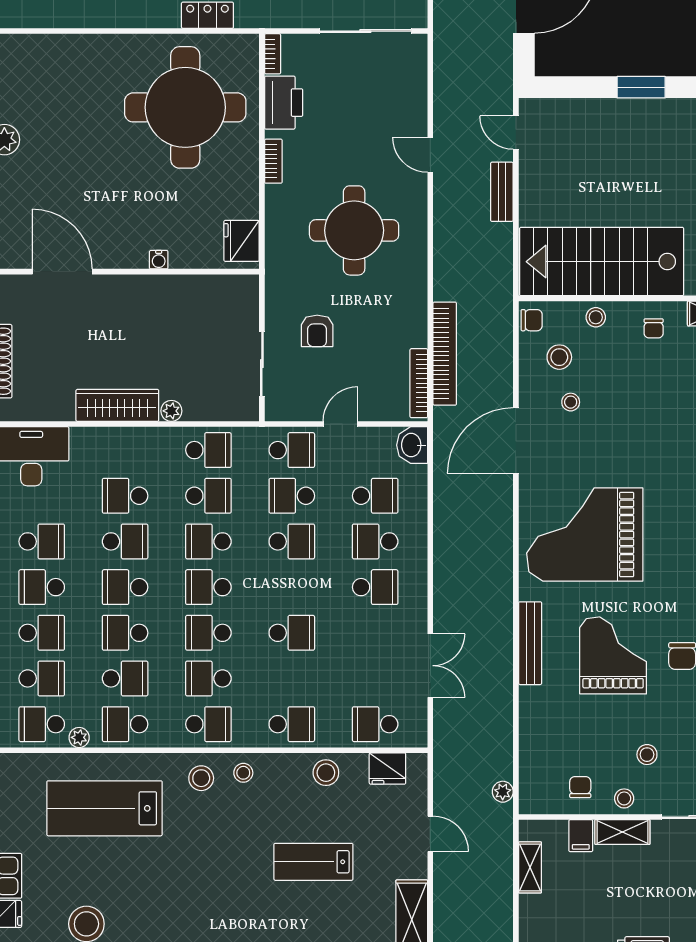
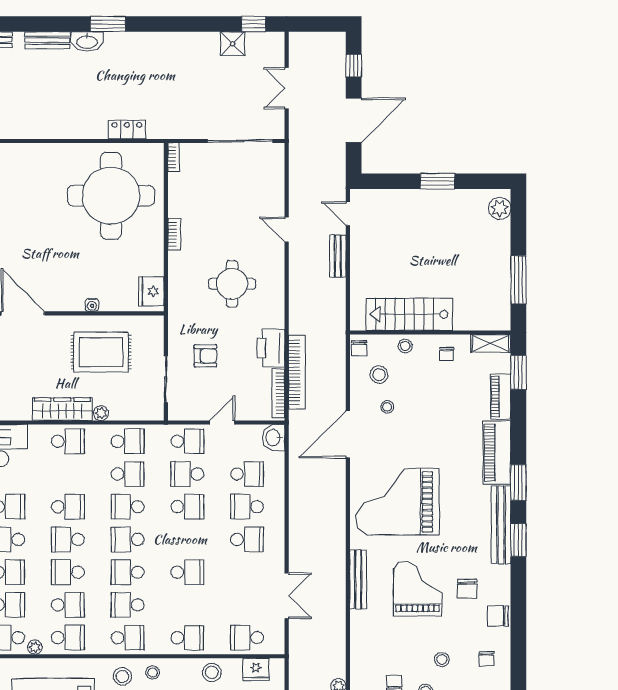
printer: (284, 103) -> (271, 348), moved, turned 180
round table: (354, 230) -> (232, 284), width x0.73, depth x0.73
stairs: (602, 262) -> (409, 314), width x0.73, depth x0.66
chair: (532, 320) -> (359, 348), turned 90
rug: (171, 326) -> (101, 352), added
armchair: (317, 331) -> (205, 356), turned -90
school desk: (125, 496) -> (68, 441), moved, turned 180
school desk: (125, 724) -> (68, 638), turned 180

